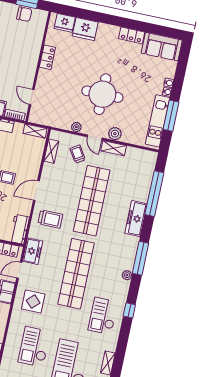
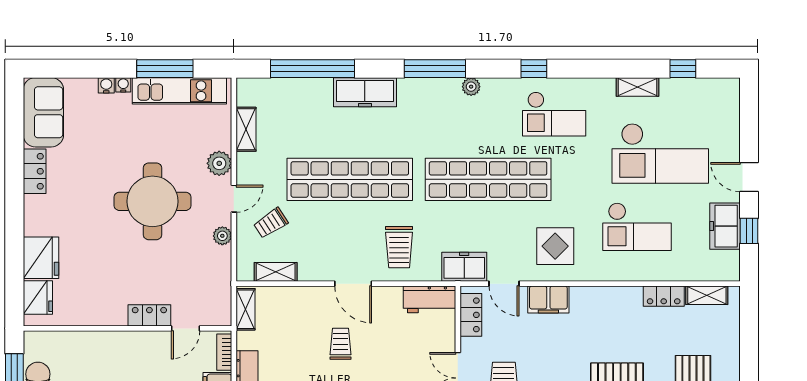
locker: (47, 57) -> (149, 315), moved
shelving: (114, 148) -> (246, 129), moved
trolley: (50, 219) -> (399, 247), turned 180

